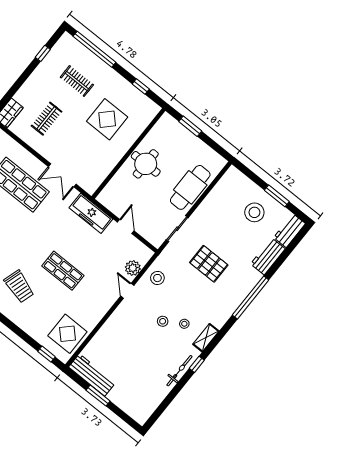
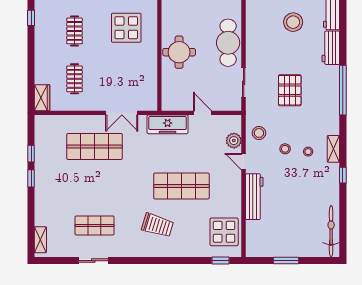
window: (43, 53) -> (31, 18), moved
clothes rail: (77, 81) -> (75, 31), turned 90
display table: (107, 119) -> (126, 28), moved
pallet: (209, 264) -> (290, 90), turned 90
shop shelf: (63, 271) -> (181, 186), width x1.43, depth x1.36
stool: (163, 321) -> (285, 149), moved
bicycle: (179, 371) -> (331, 231), moved, width x1.37, depth x1.40
workbench: (92, 375) -> (254, 197), moved, turned 90

